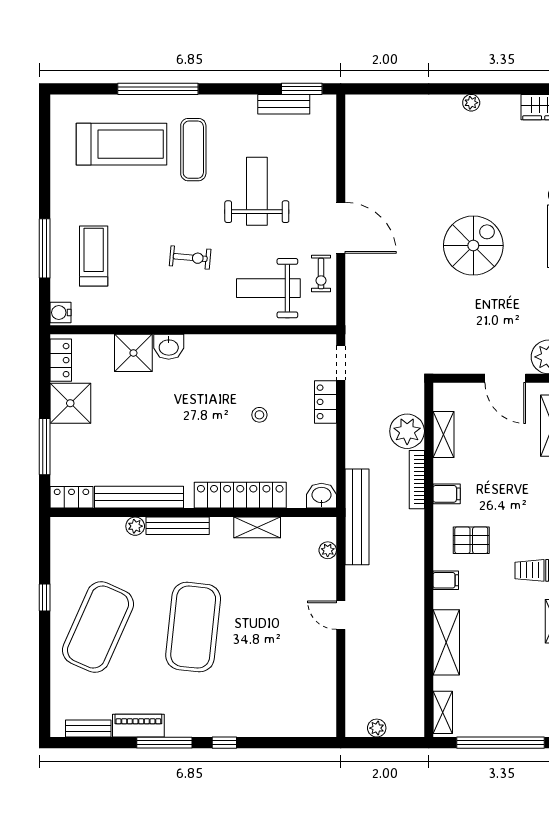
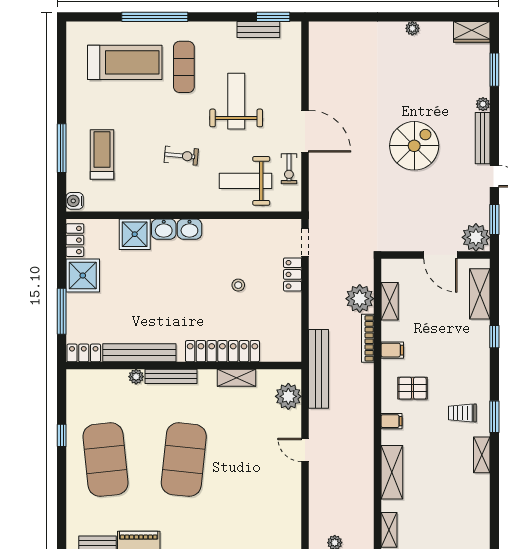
washbasin: (321, 496) -> (189, 229), moved, turned 180
plant: (328, 550) -> (288, 396), width x1.88, depth x1.88
exercise mat: (98, 627) -> (105, 460), turned -30

